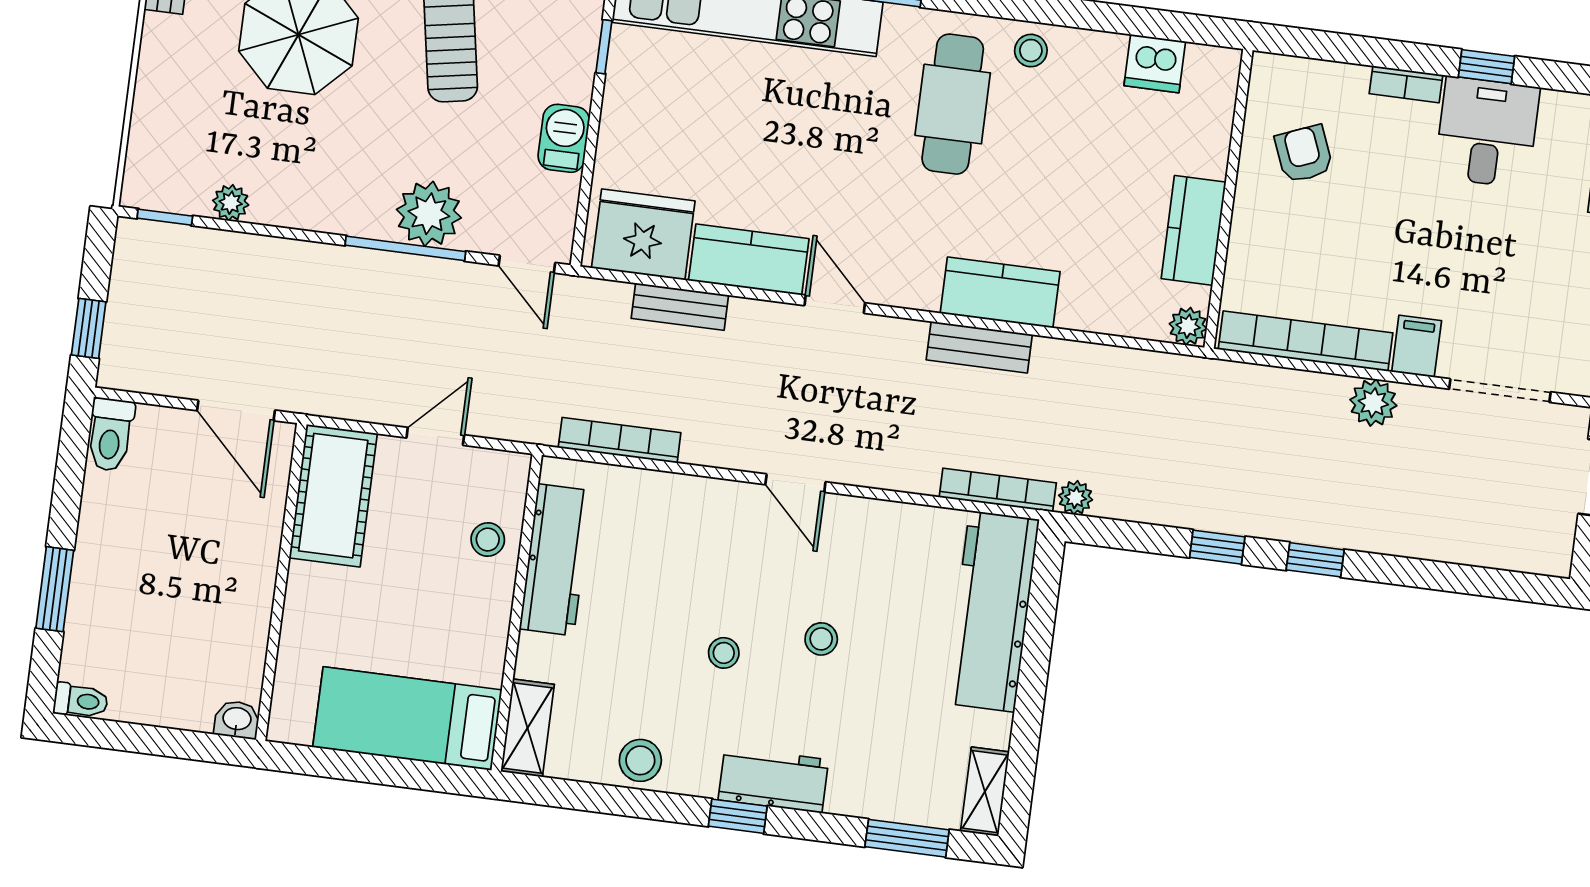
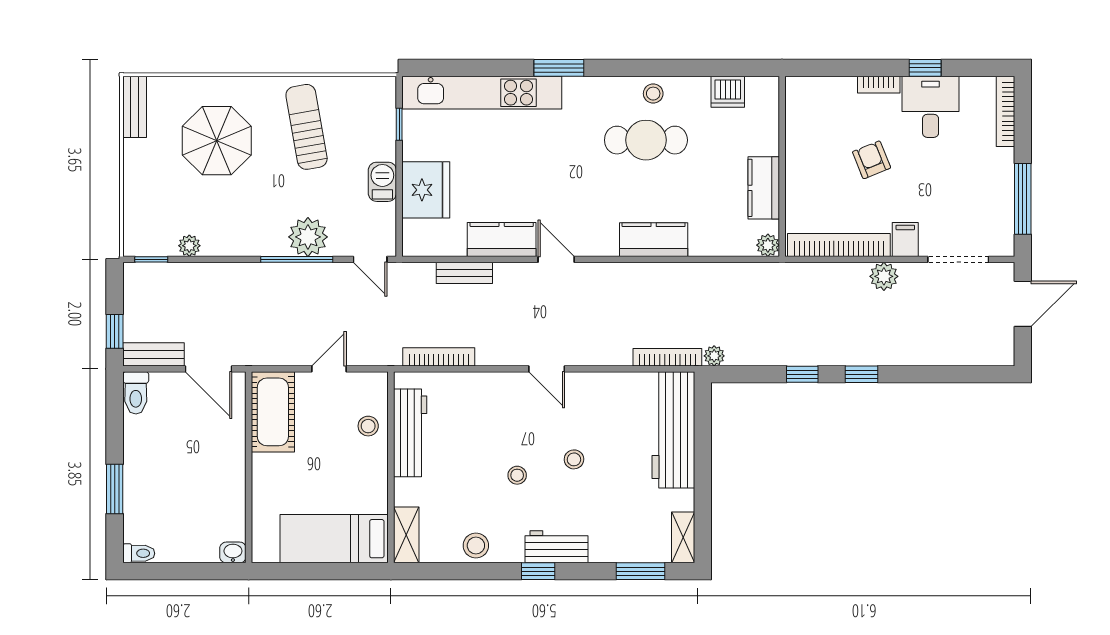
cafe table: (953, 104) -> (646, 140), moved, turned 90
armchair: (1304, 154) -> (872, 160), moved
fridge: (643, 234) -> (426, 190), moved, turned 90
bench: (979, 347) -> (153, 354), moved

